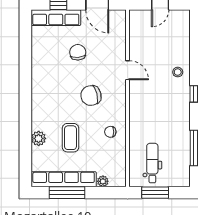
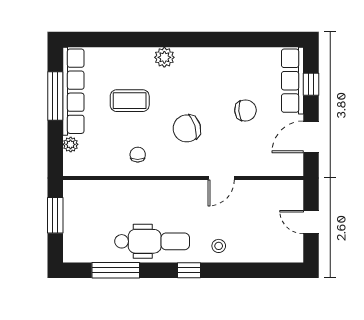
chair: (91, 95) -> (187, 128), turned -93
plant: (39, 138) -> (164, 57), moved
dental chair: (152, 163) -> (152, 241), moved, width x1.36, depth x1.38

